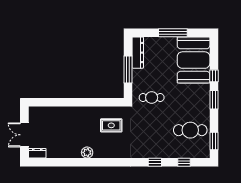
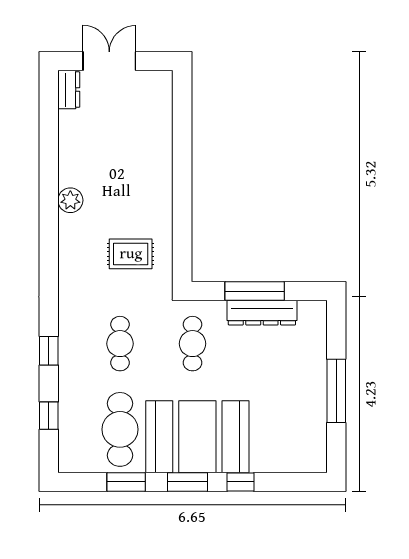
dresser: (138, 53) -> (262, 313), moved
booth: (194, 60) -> (197, 437), moved
rug: (111, 125) -> (131, 254), turned 90
cafe table: (152, 130) -> (120, 344), added
window: (214, 141) -> (126, 482), moved

